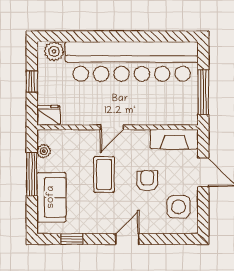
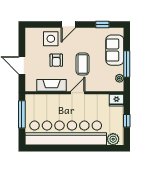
fireplace: (174, 139) -> (52, 85), moved
side table: (179, 207) -> (51, 39), moved

